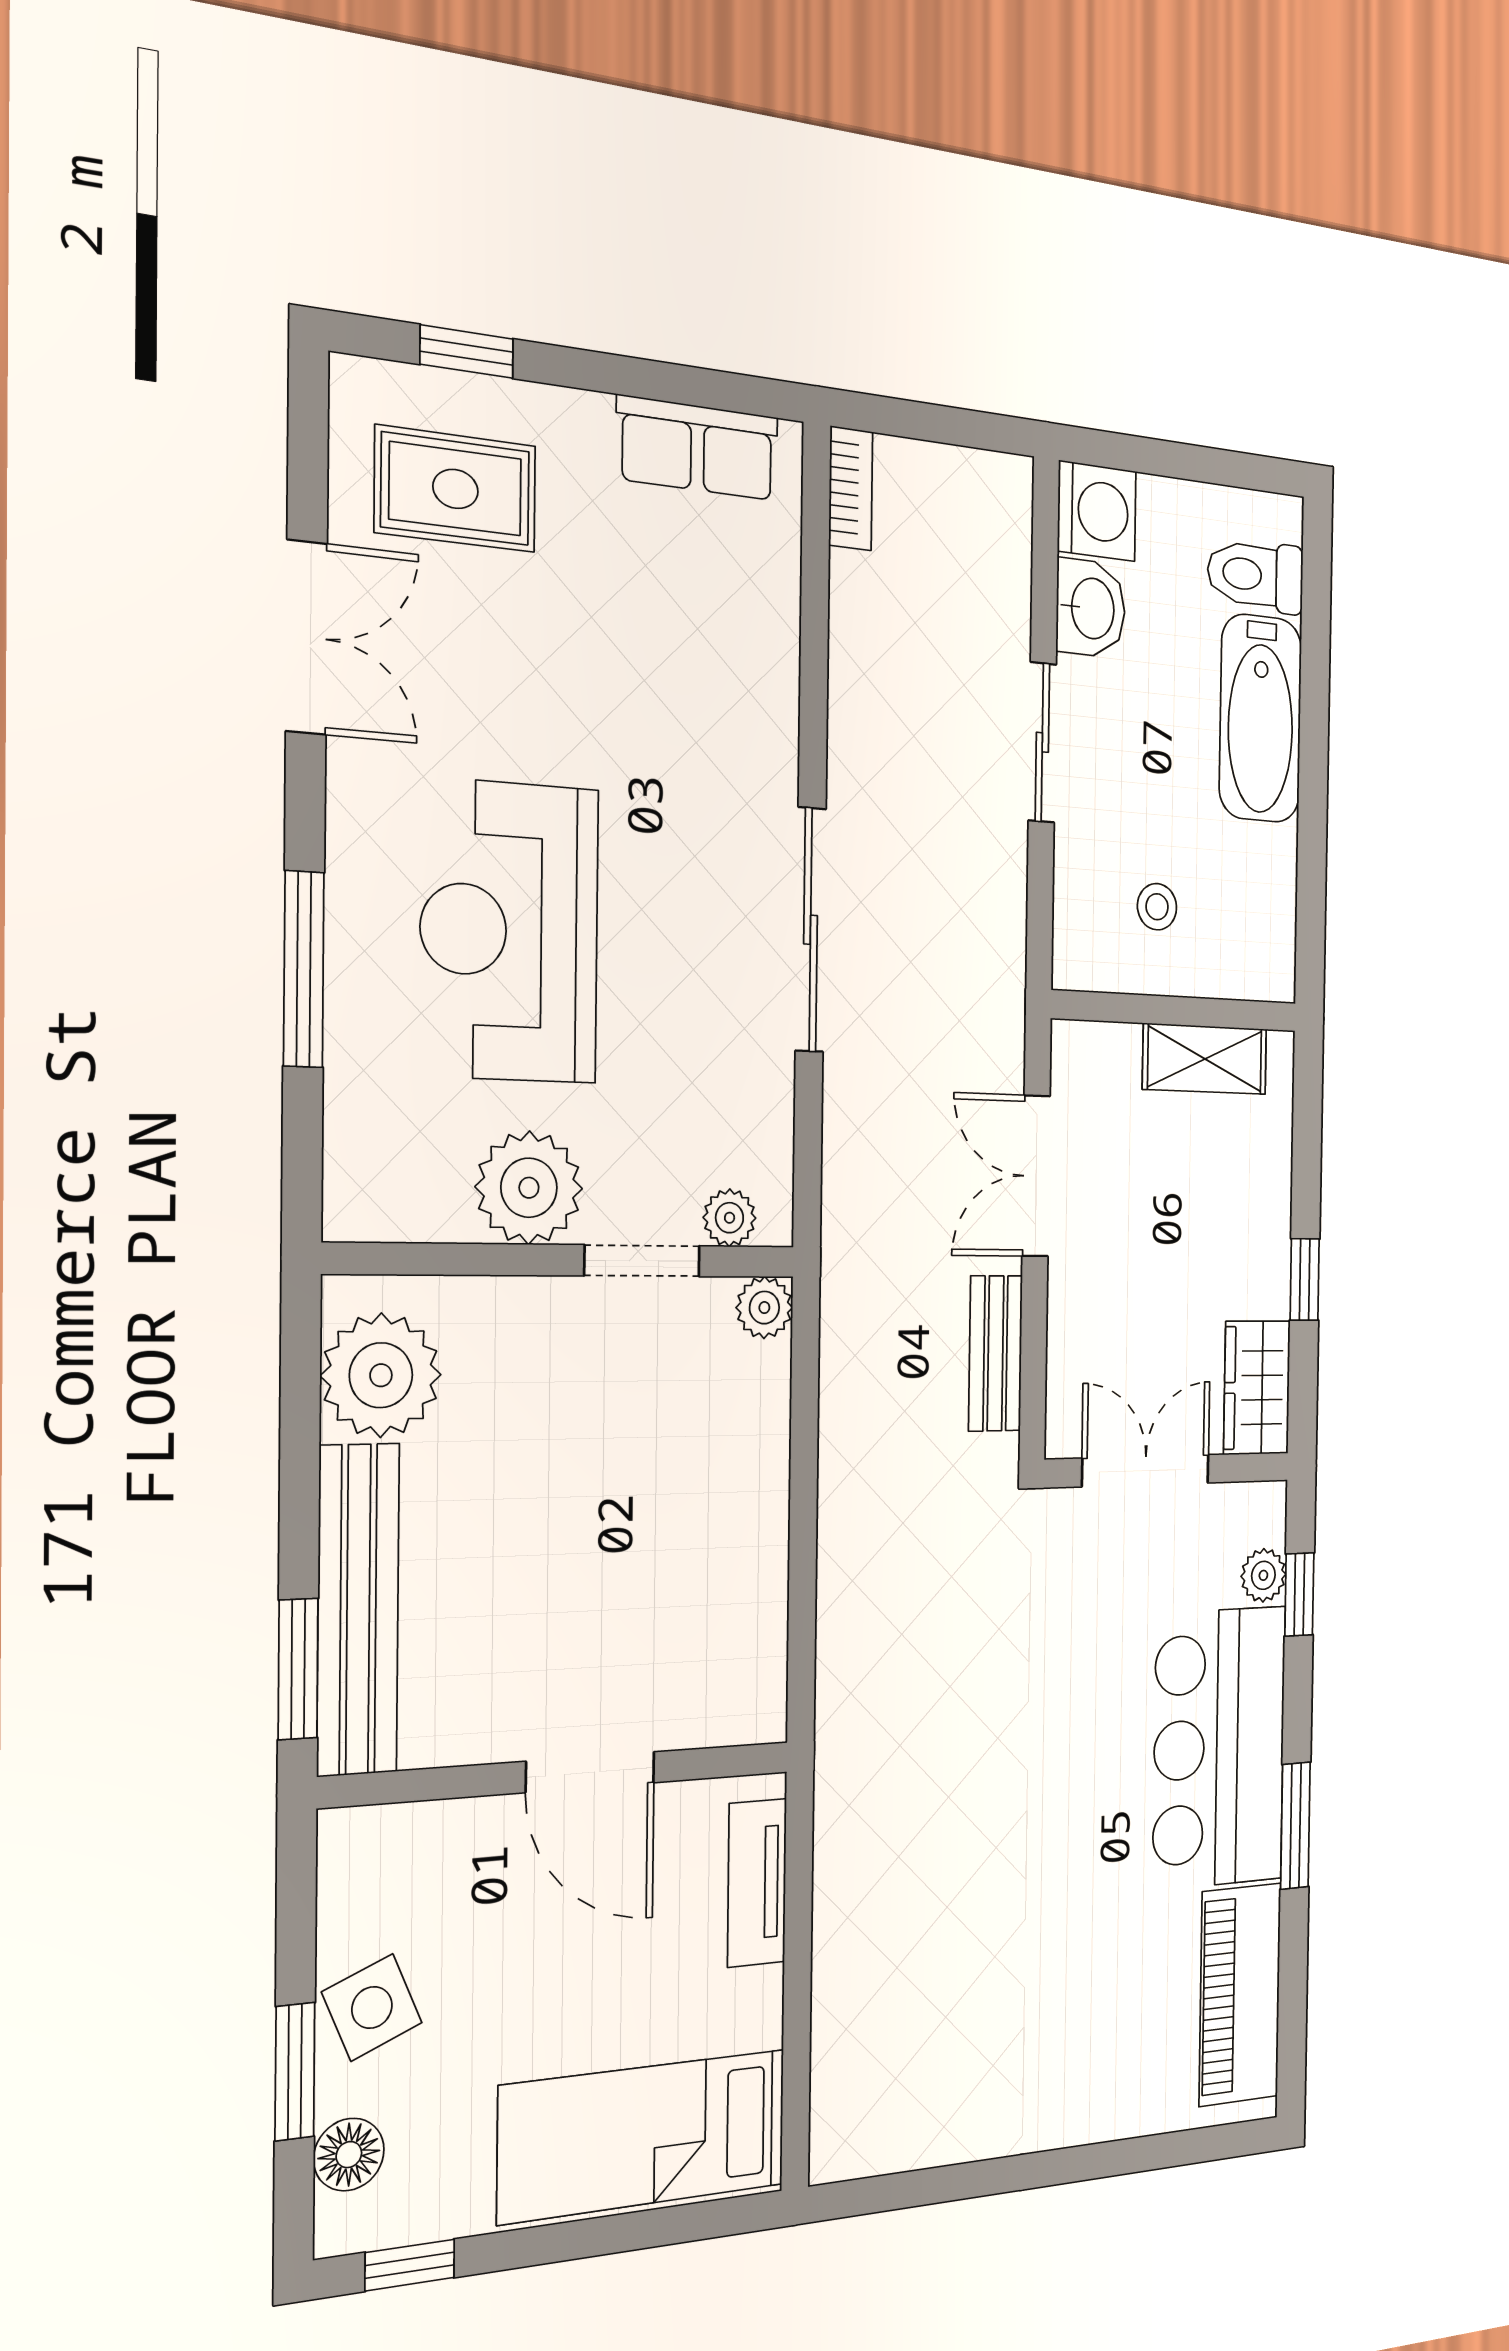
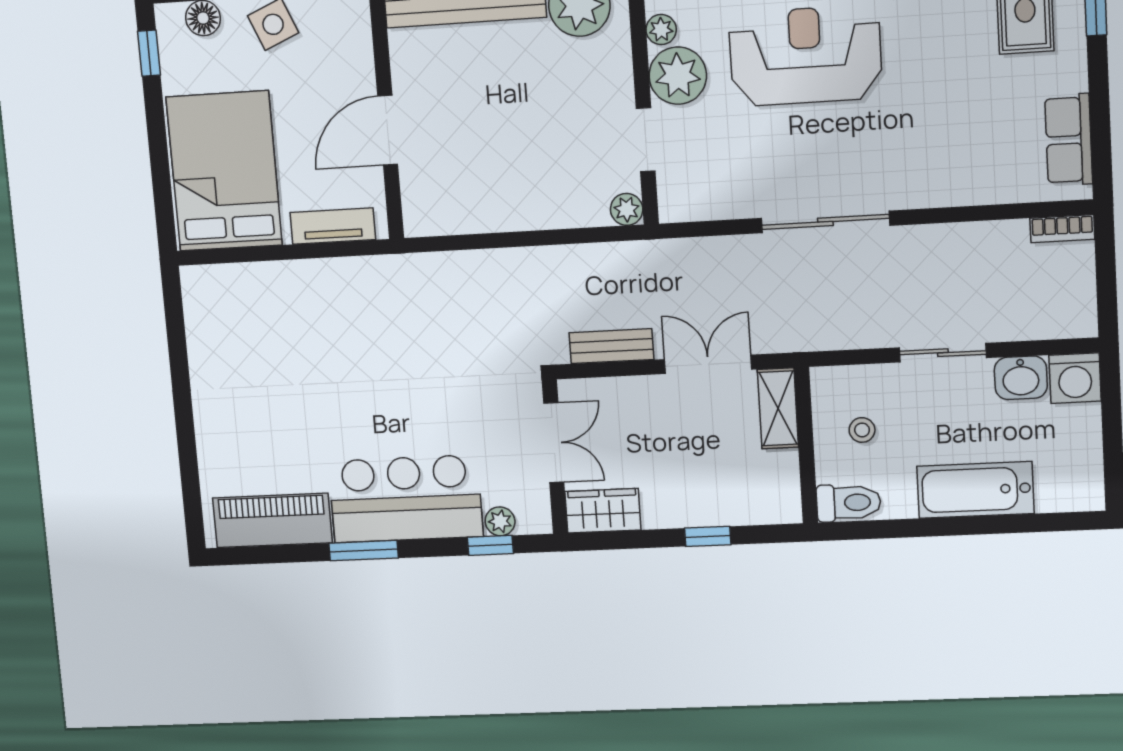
toilet: (1256, 575) -> (849, 503), moved, turned 90
shelving: (1205, 1059) -> (778, 408), moved
plant: (730, 1218) -> (661, 30), moved
window: (1305, 1280) -> (708, 536), moved
bed: (643, 2136) -> (224, 171), width x1.50

